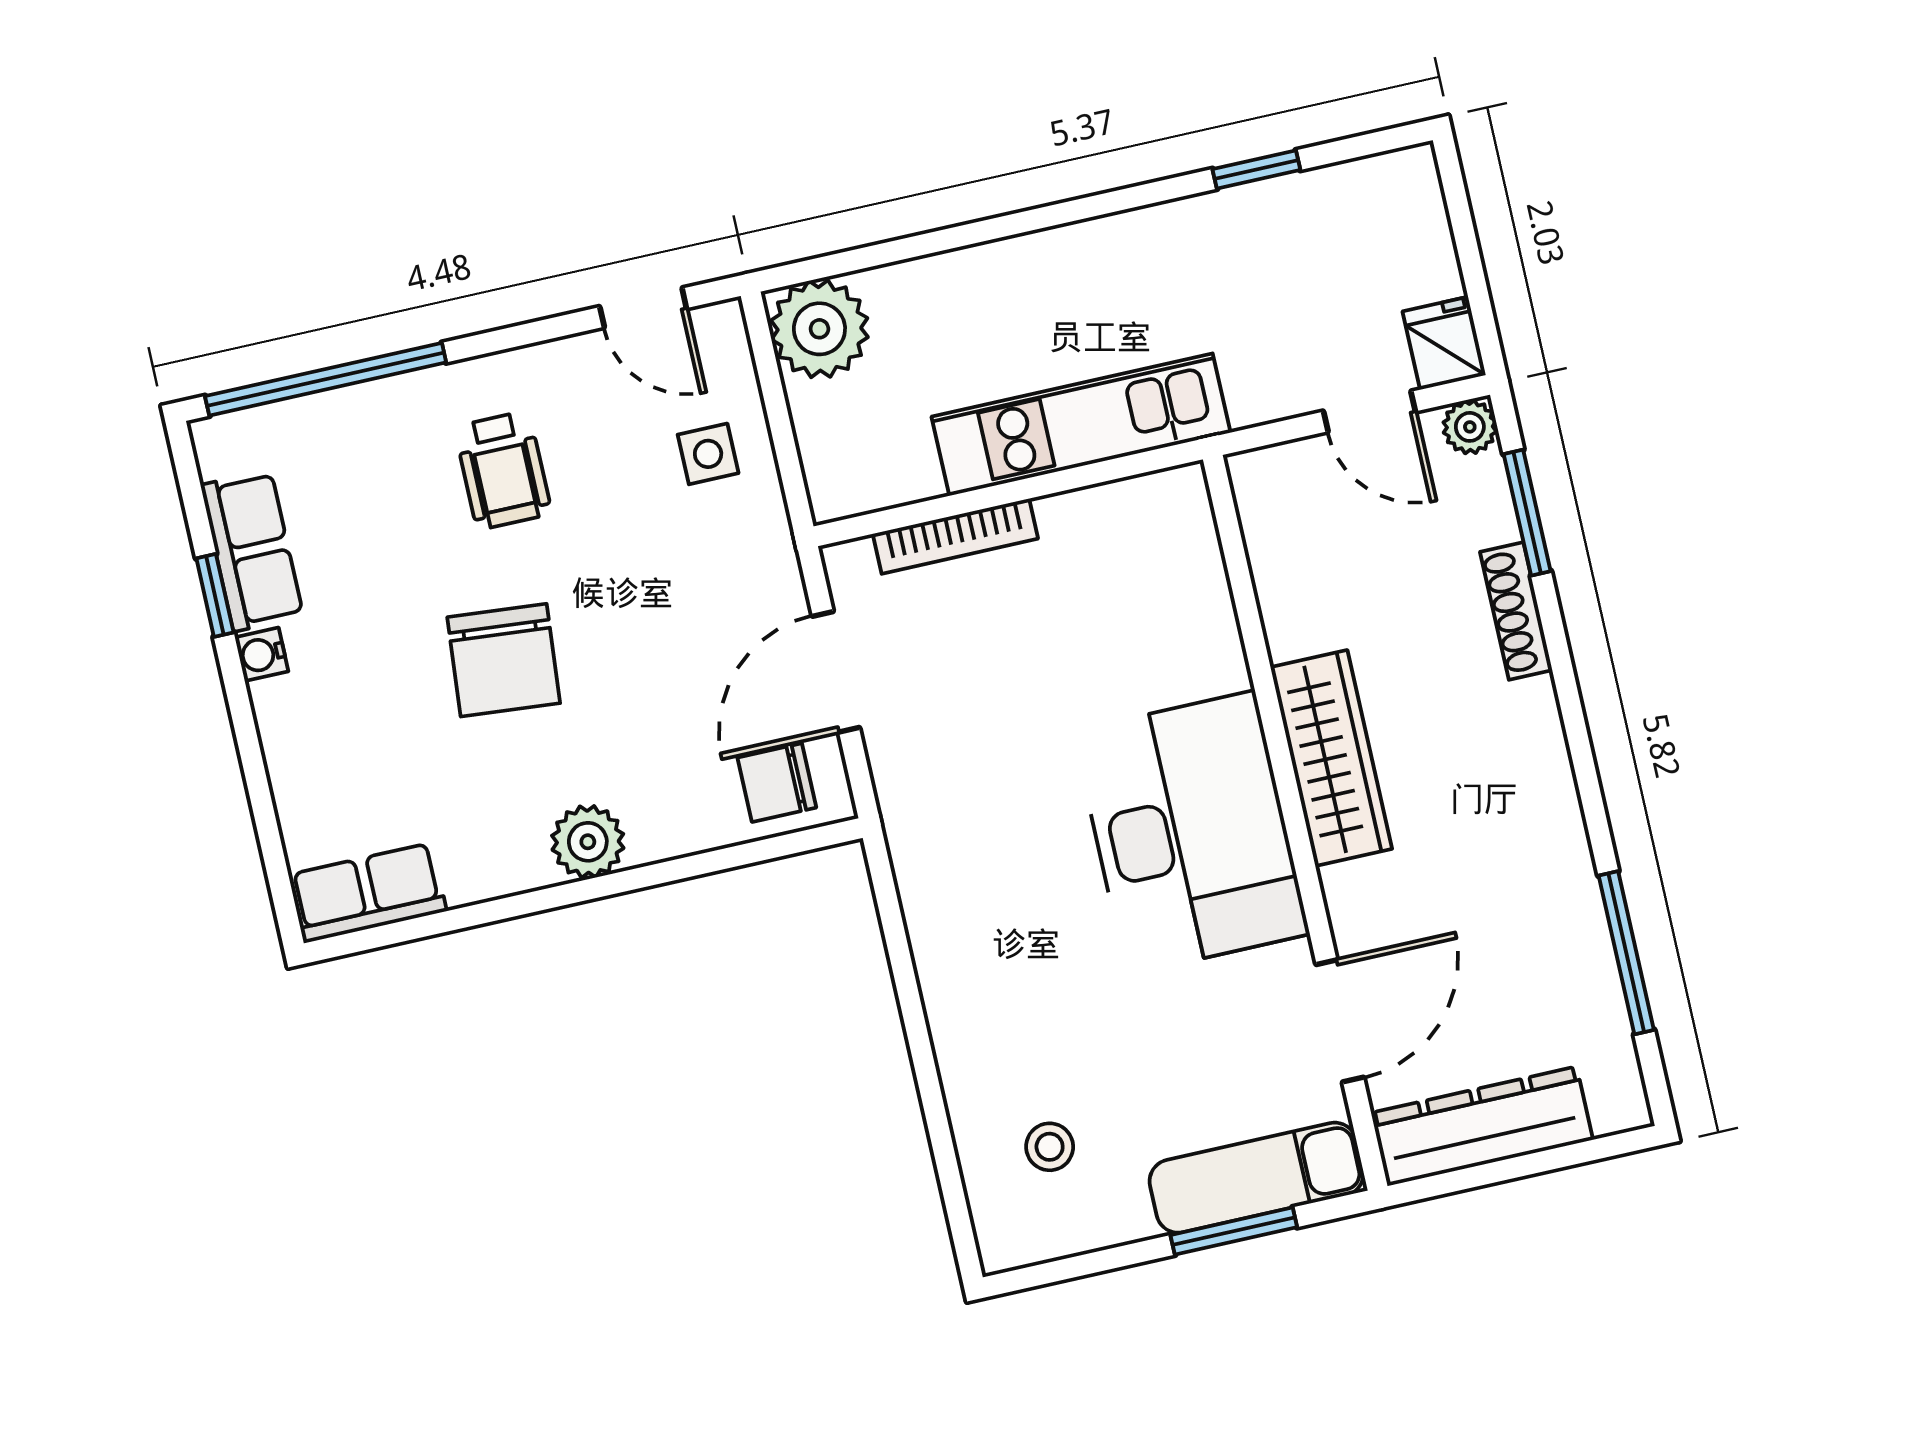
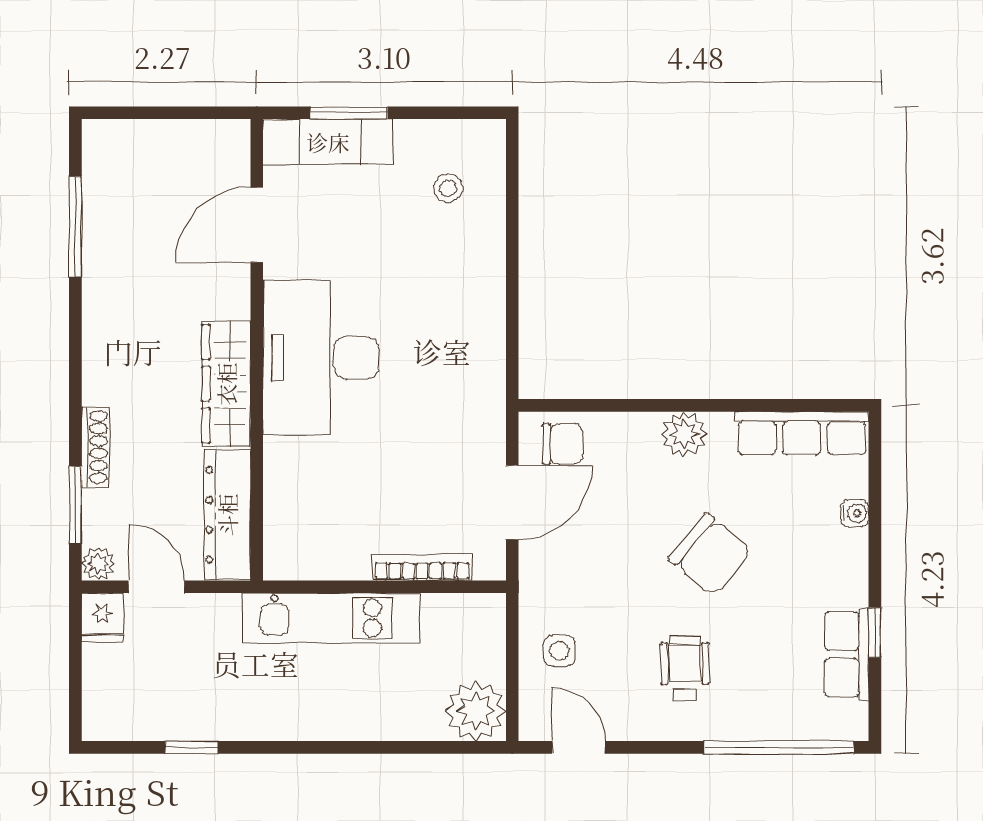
water cooler: (262, 654) -> (855, 513), moved
chair: (504, 660) -> (710, 555), turned 125
row of seats: (368, 893) -> (802, 433), width x1.48
dresser: (1482, 1126) -> (227, 515), moved, turned 90

